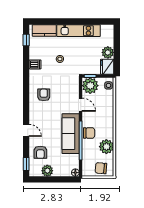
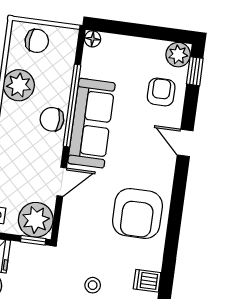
armchair: (44, 95) -> (137, 213), width x1.88, depth x1.88
door: (81, 105) -> (62, 182), swing flipped
plant: (47, 171) -> (178, 55), moved

